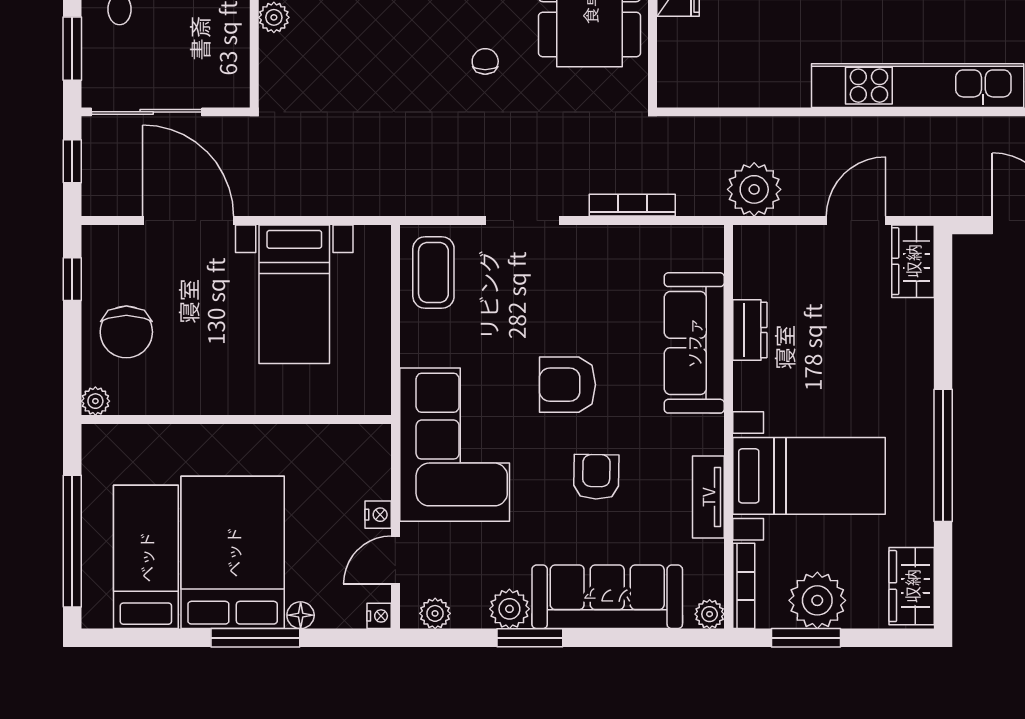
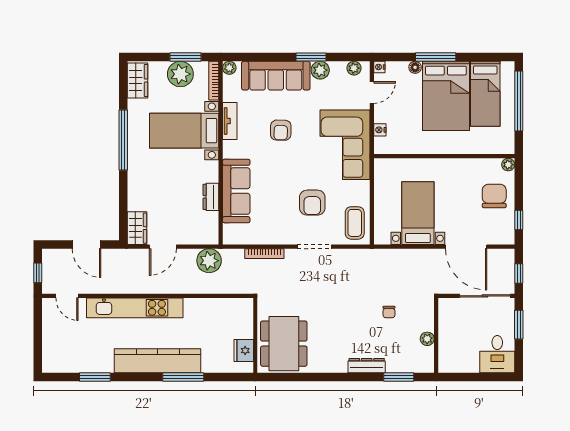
chair: (485, 61) -> (389, 312), moved
armchair: (567, 385) -> (312, 203), moved, turned 90
nightstand: (378, 515) -> (380, 130), moved

